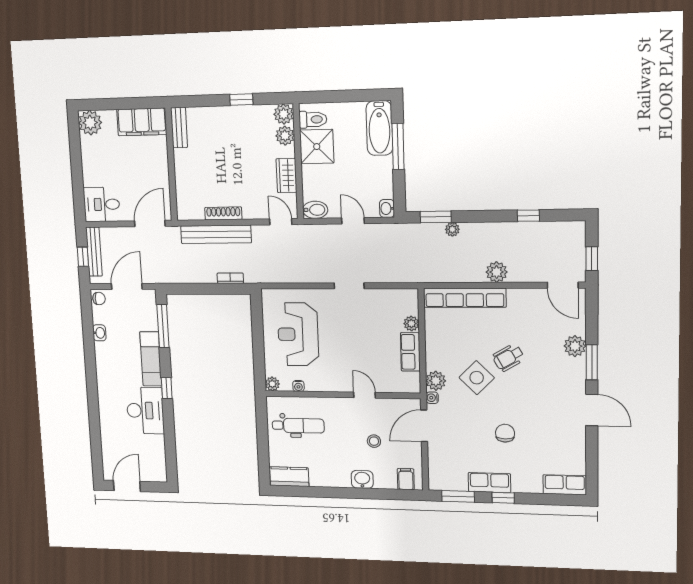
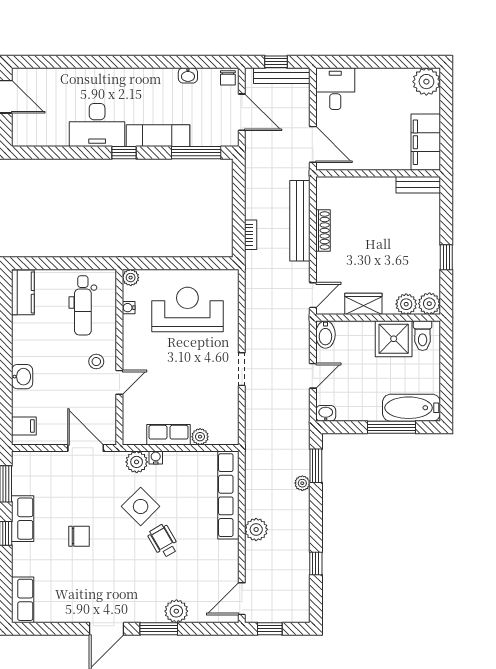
water cooler: (432, 398) -> (156, 458), moved
stool: (374, 441) -> (96, 362), moved

